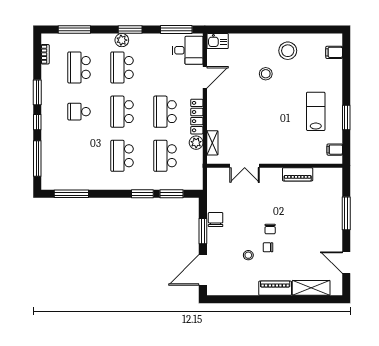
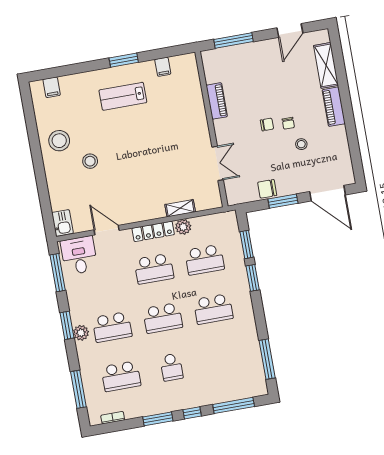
double door: (245, 166) -> (218, 163), moved
wall: (275, 166) -> (211, 129), moved
piano: (298, 174) -> (217, 101), moved

